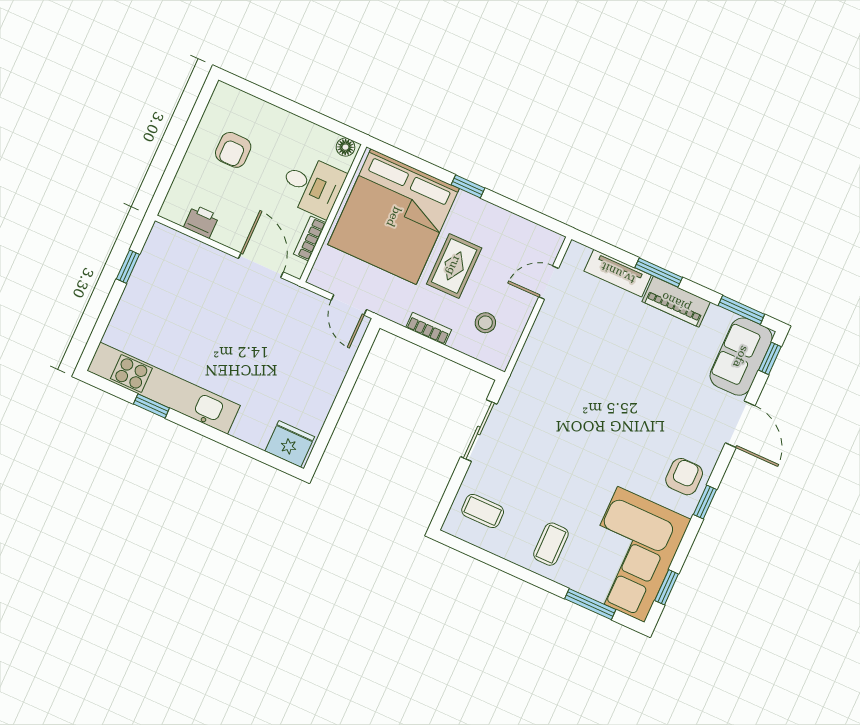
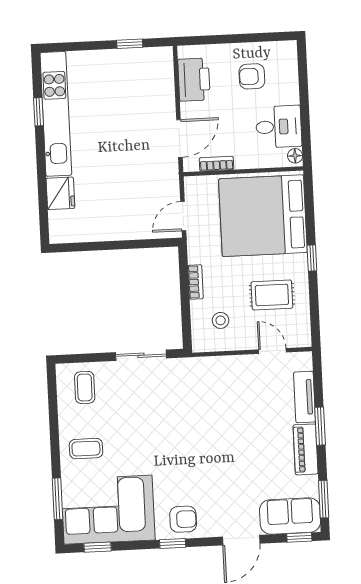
desk: (312, 186) -> (279, 127), moved, turned -90
printer: (201, 221) -> (194, 80), width x1.87, depth x1.48
rug: (454, 266) -> (272, 295), moved
fridge: (290, 444) -> (60, 193), moved

